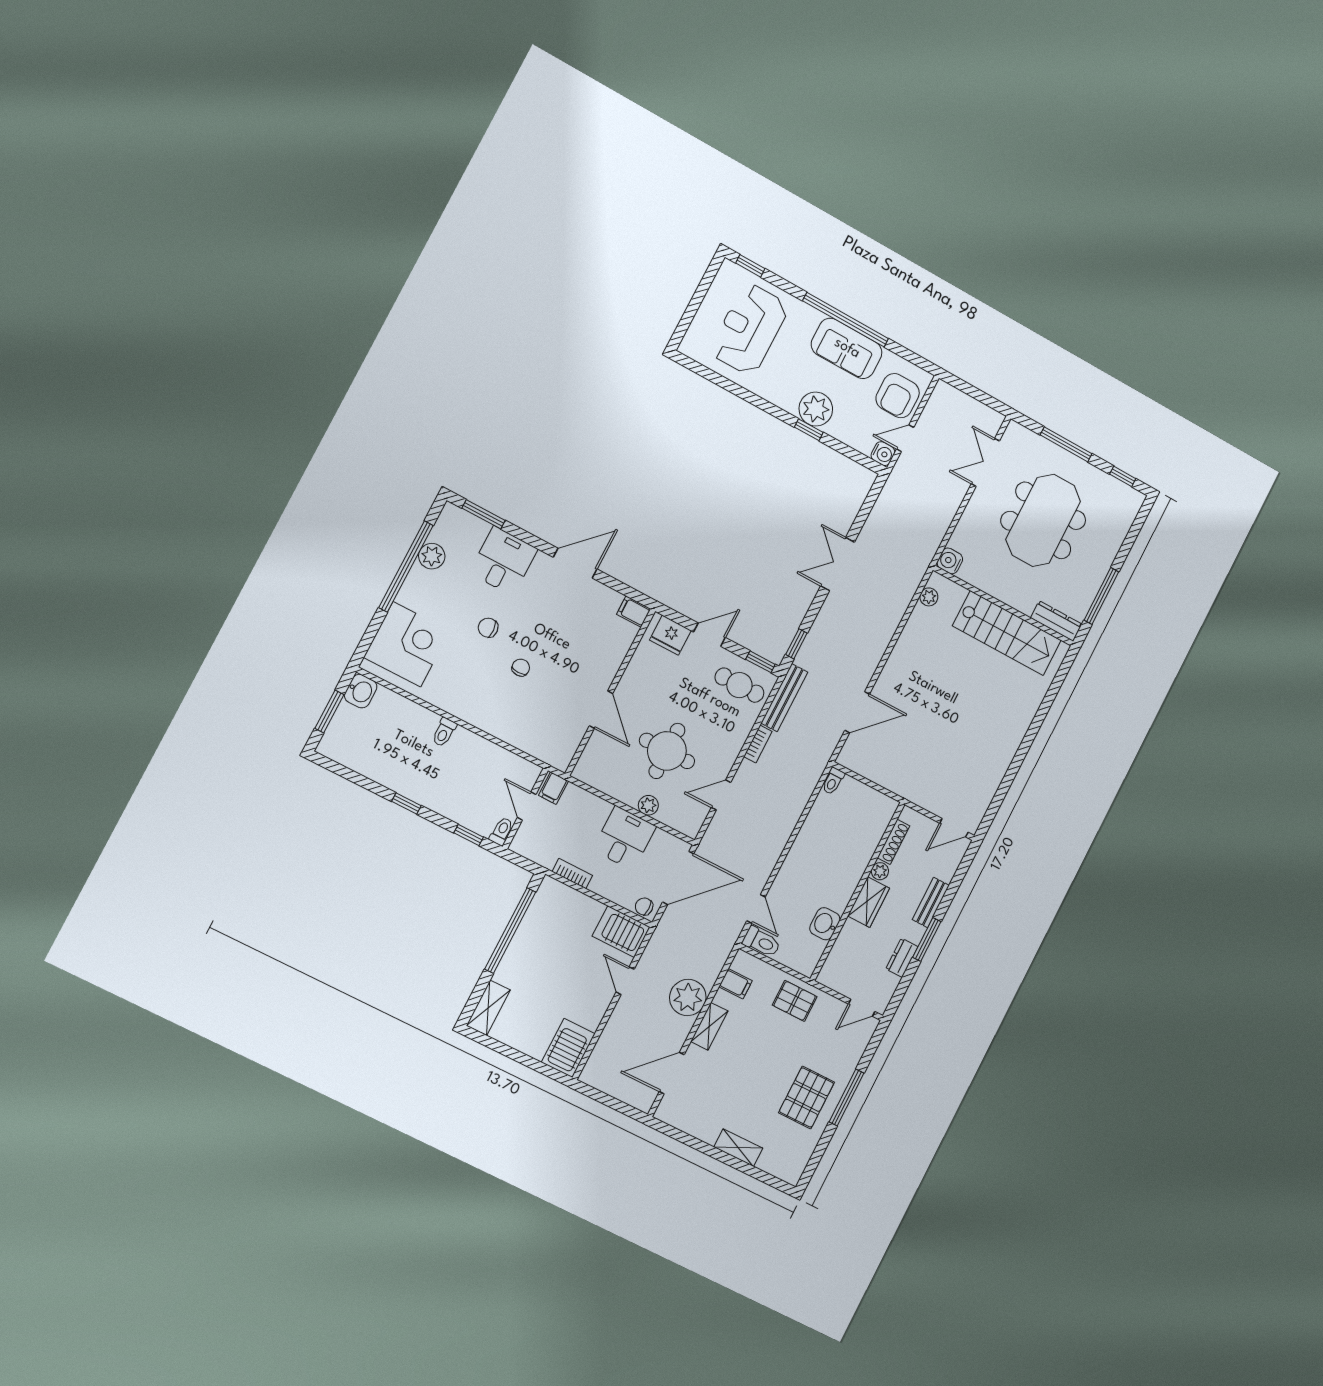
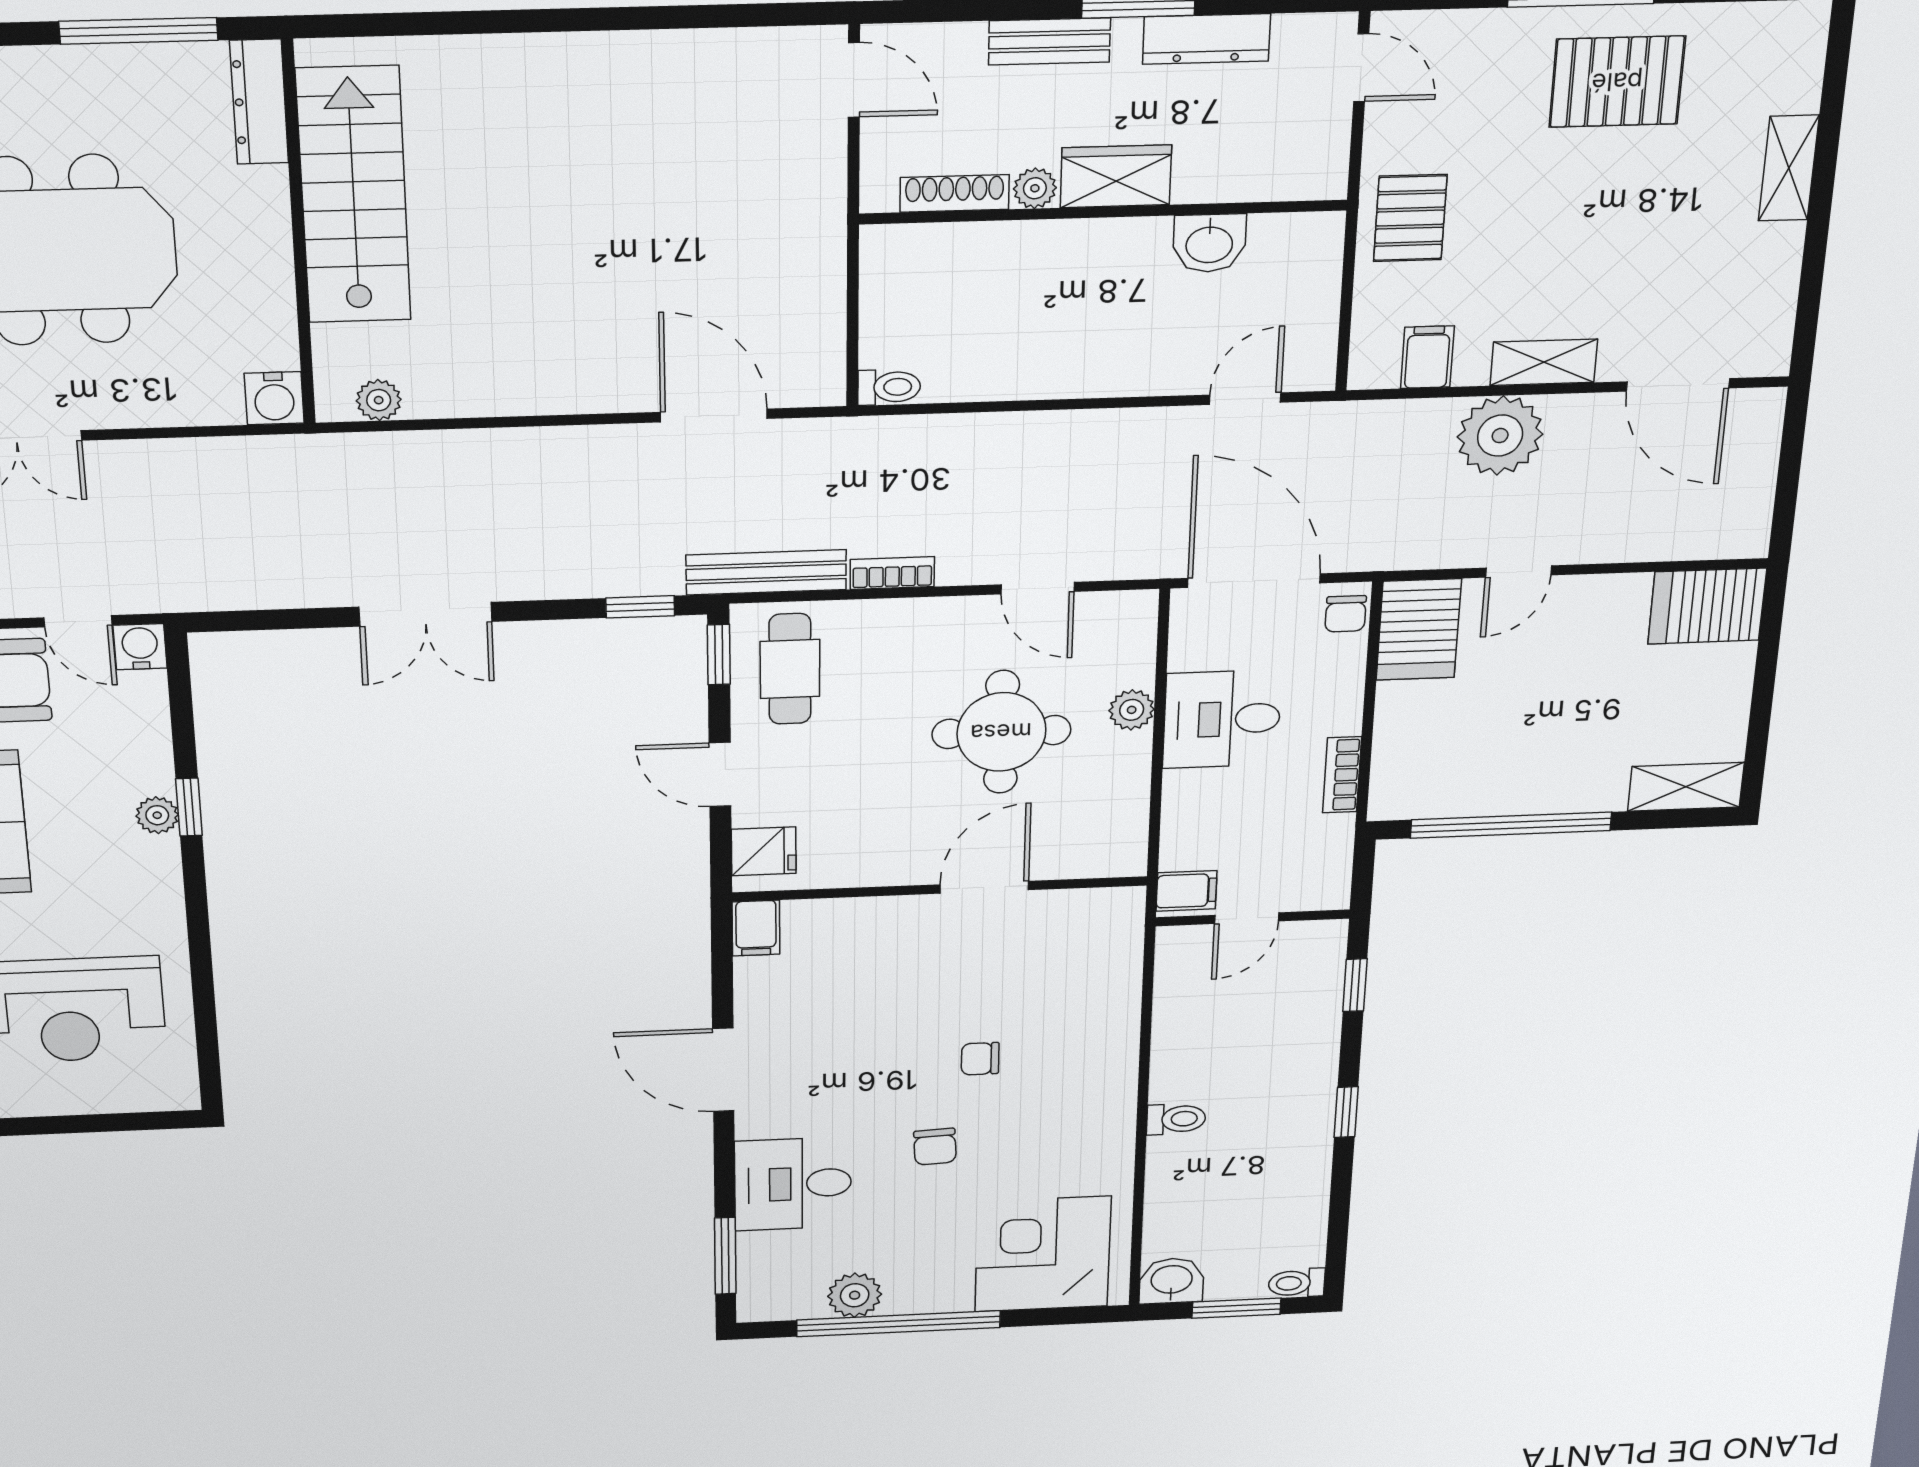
plant: (816, 409) -> (157, 815), width x0.53, depth x0.53
fridge: (670, 635) -> (764, 851), width x0.72
toilet: (501, 831) -> (1297, 1283), moved
toilet: (761, 942) -> (1312, 352), removed
dresser: (902, 958) -> (1207, 39), width x1.44

